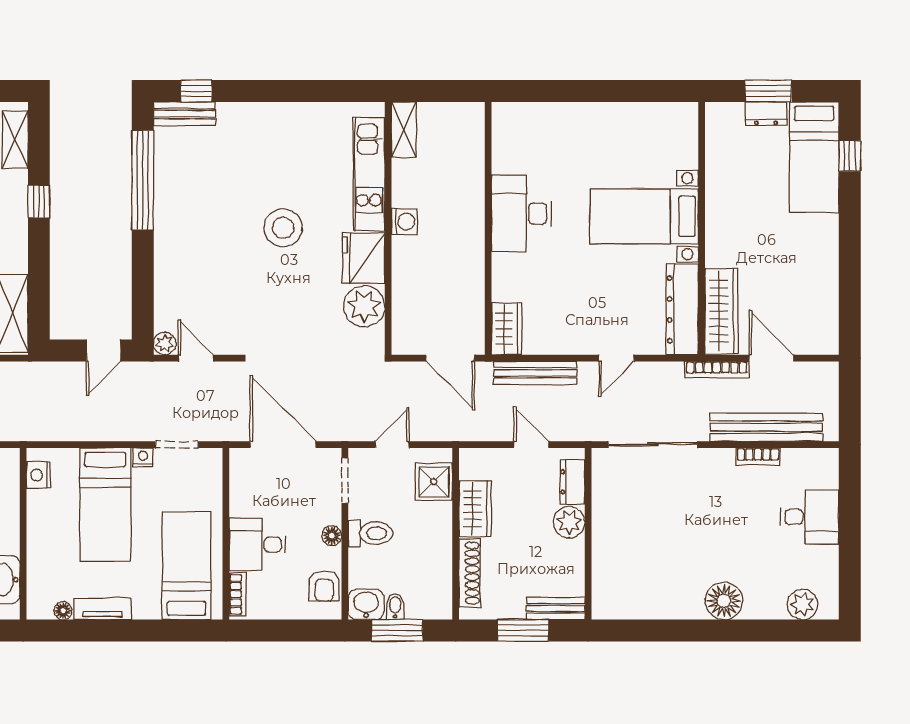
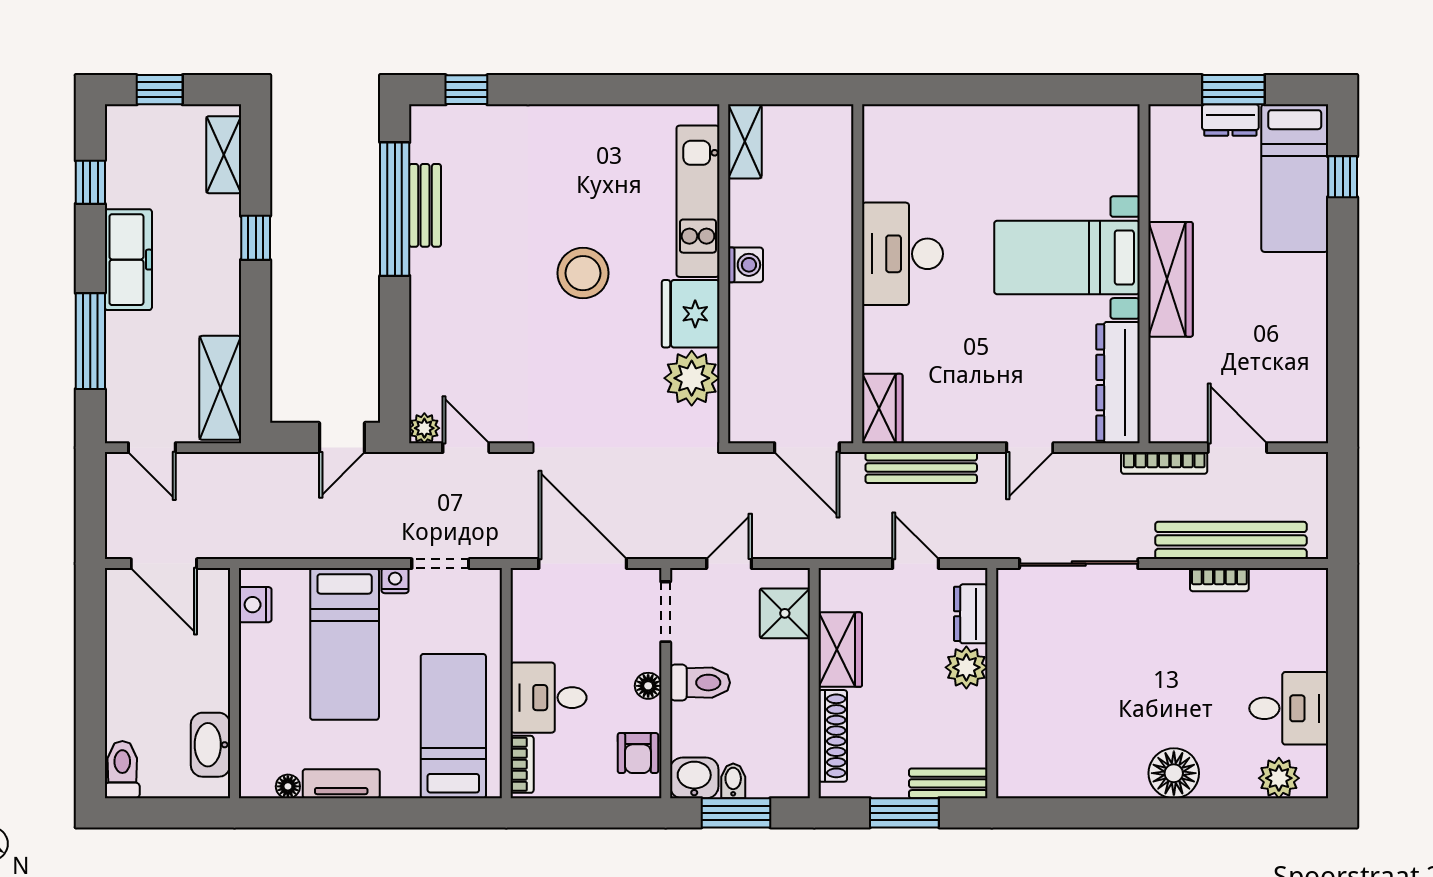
bench: (184, 114) -> (425, 205), moved, turned 90
wardrobe: (721, 311) -> (1171, 279), moved
desk: (810, 517) -> (1289, 708), moved

